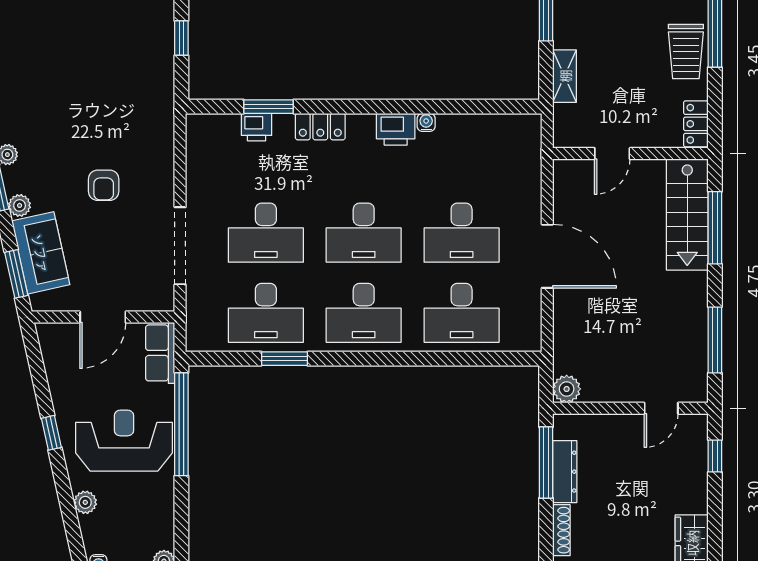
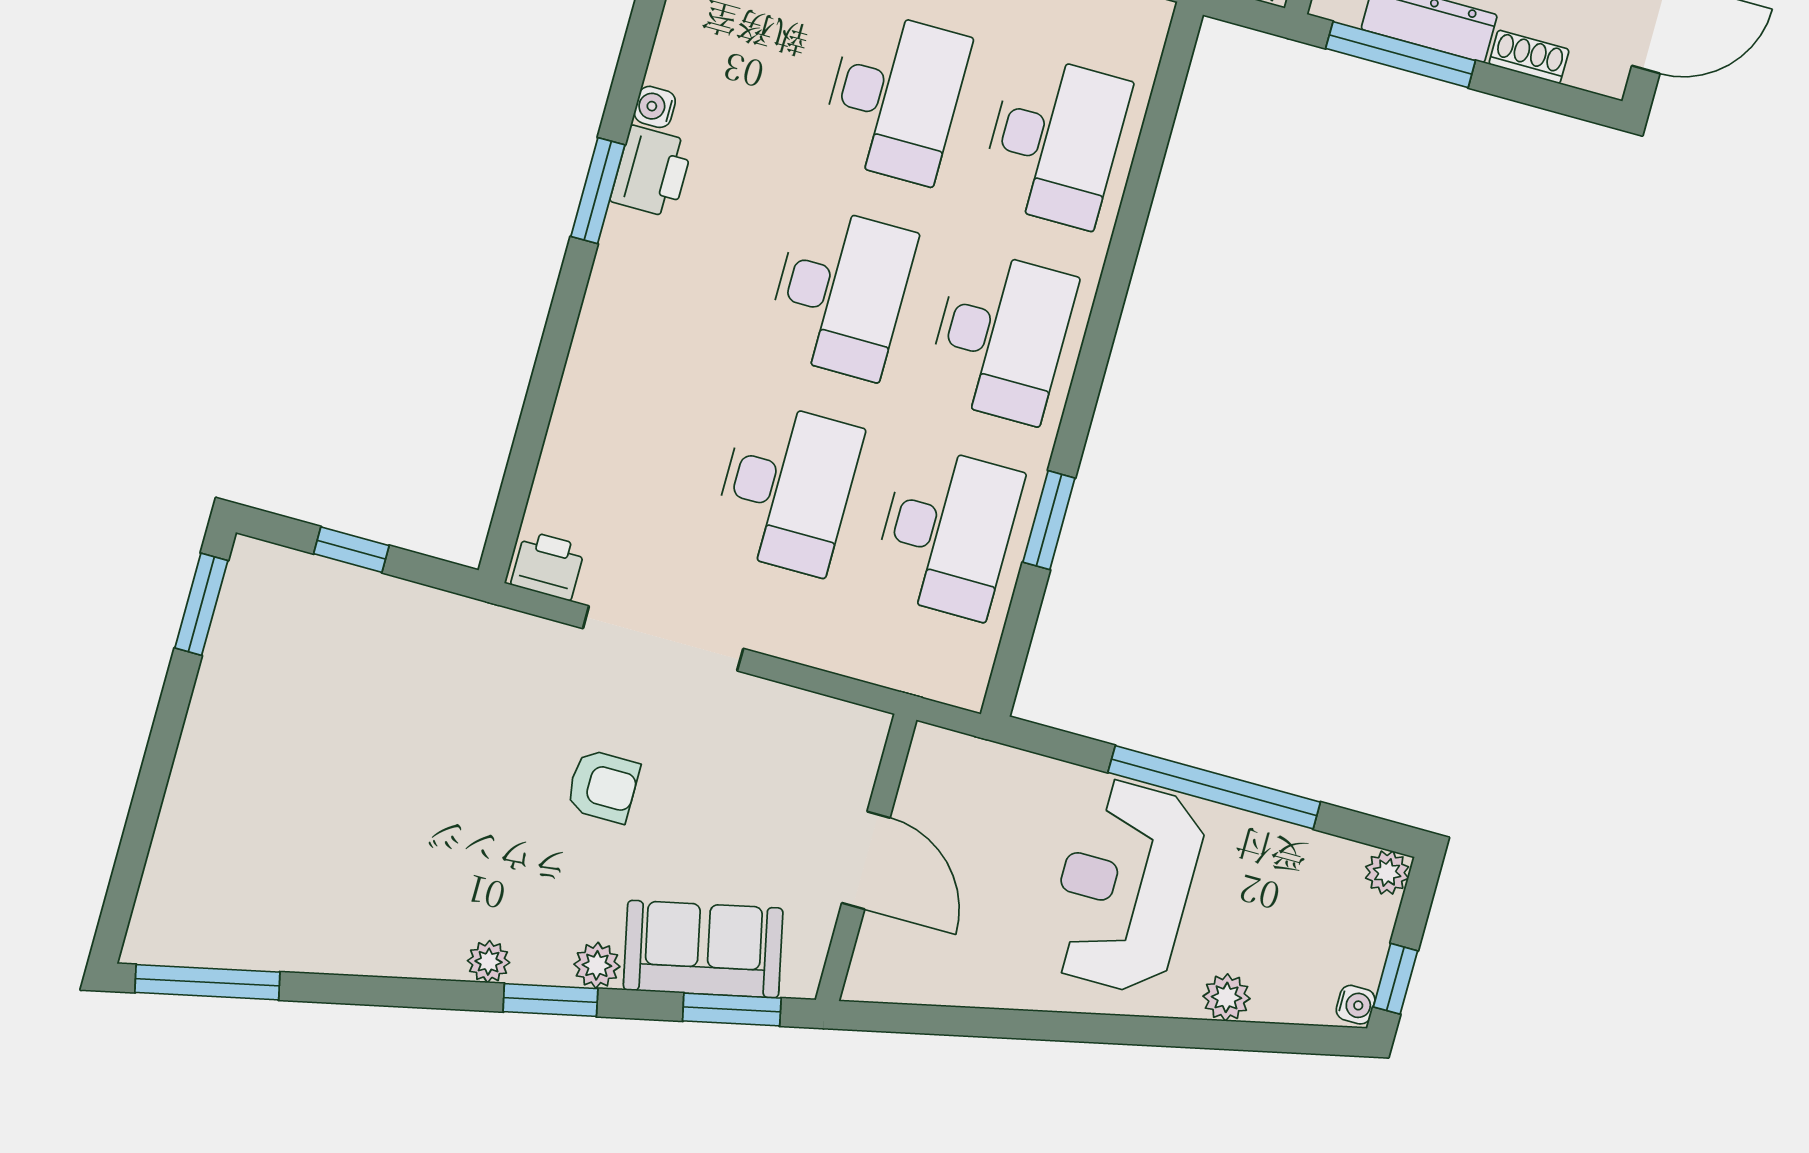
window: (269, 107) -> (598, 191), moved
printer: (256, 127) -> (548, 566), moved, turned -90
locker: (320, 127) -> (605, 321), removed
doorway: (180, 246) -> (663, 638), moved
row of seats: (160, 353) -> (969, 766), removed
window: (181, 424) -> (1214, 787), moved
window: (51, 433) -> (1069, 1027), removed
shoe rack: (561, 530) -> (1529, 57), width x0.70

